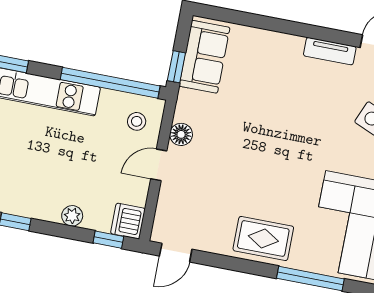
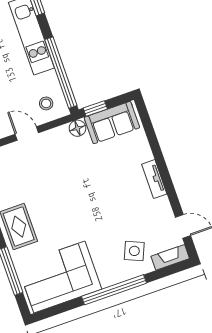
tv unit: (330, 51) -> (154, 179), moved
floor lamp: (181, 134) -> (77, 128), moved

